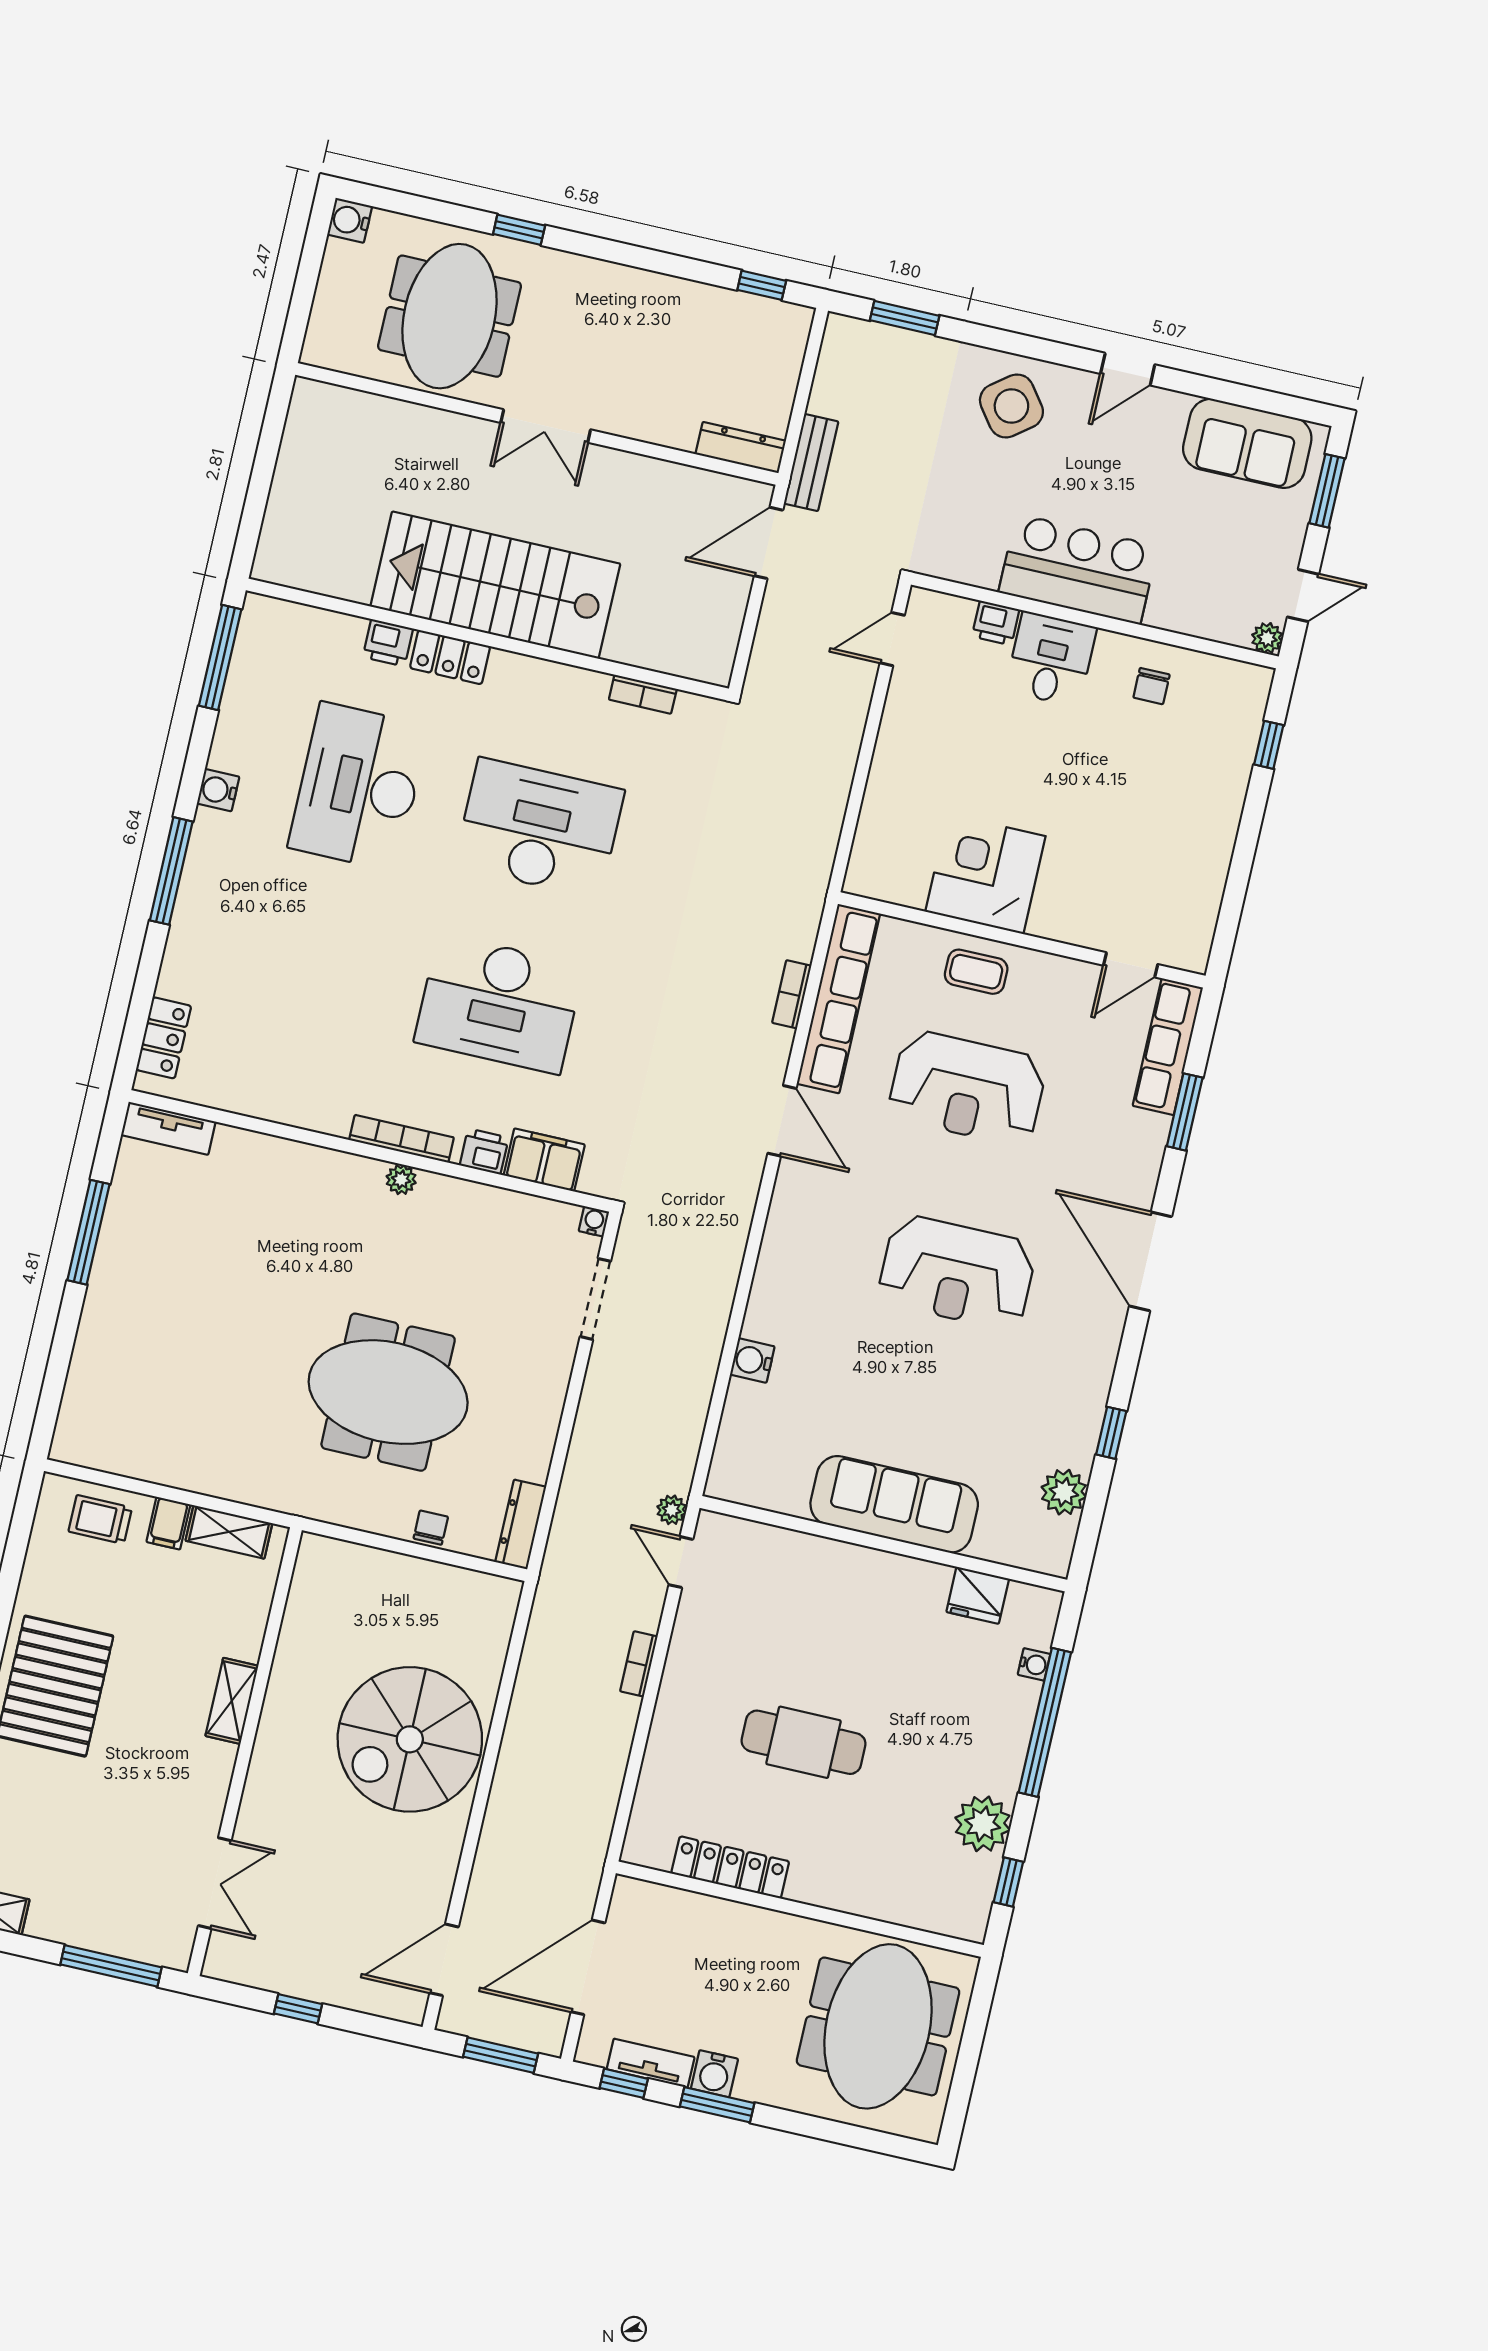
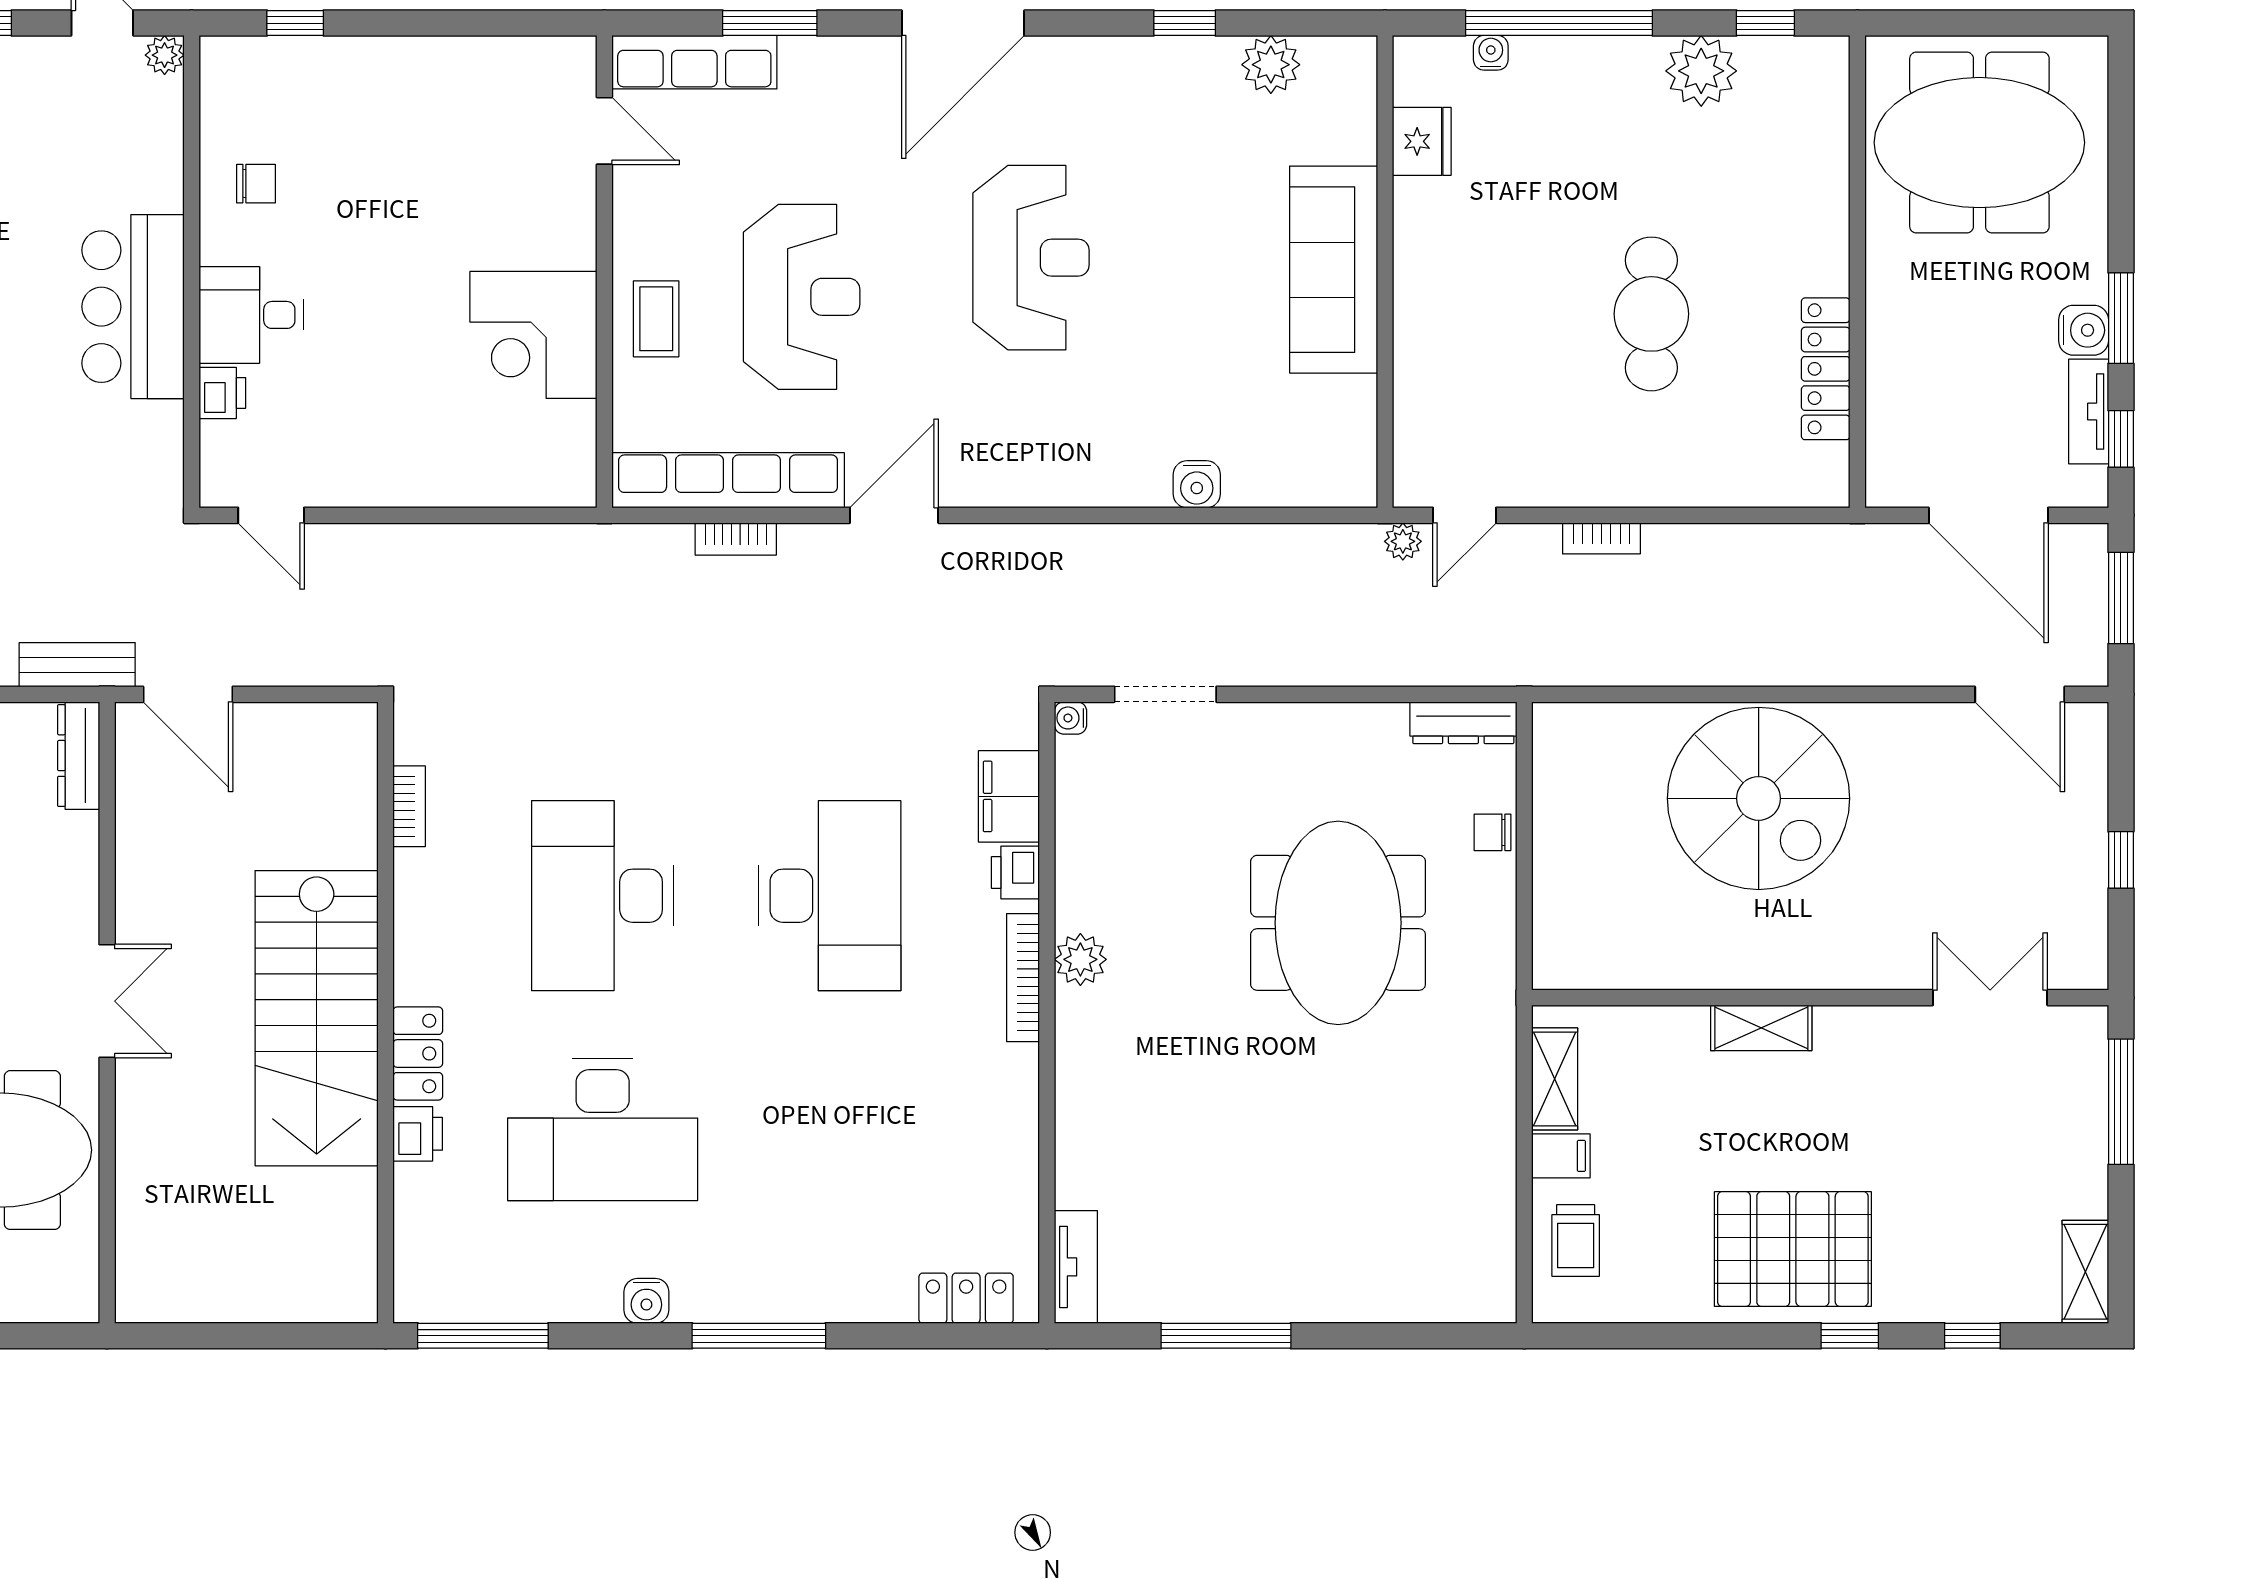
plant: (401, 1180) -> (1080, 959), width x1.38, depth x1.38

